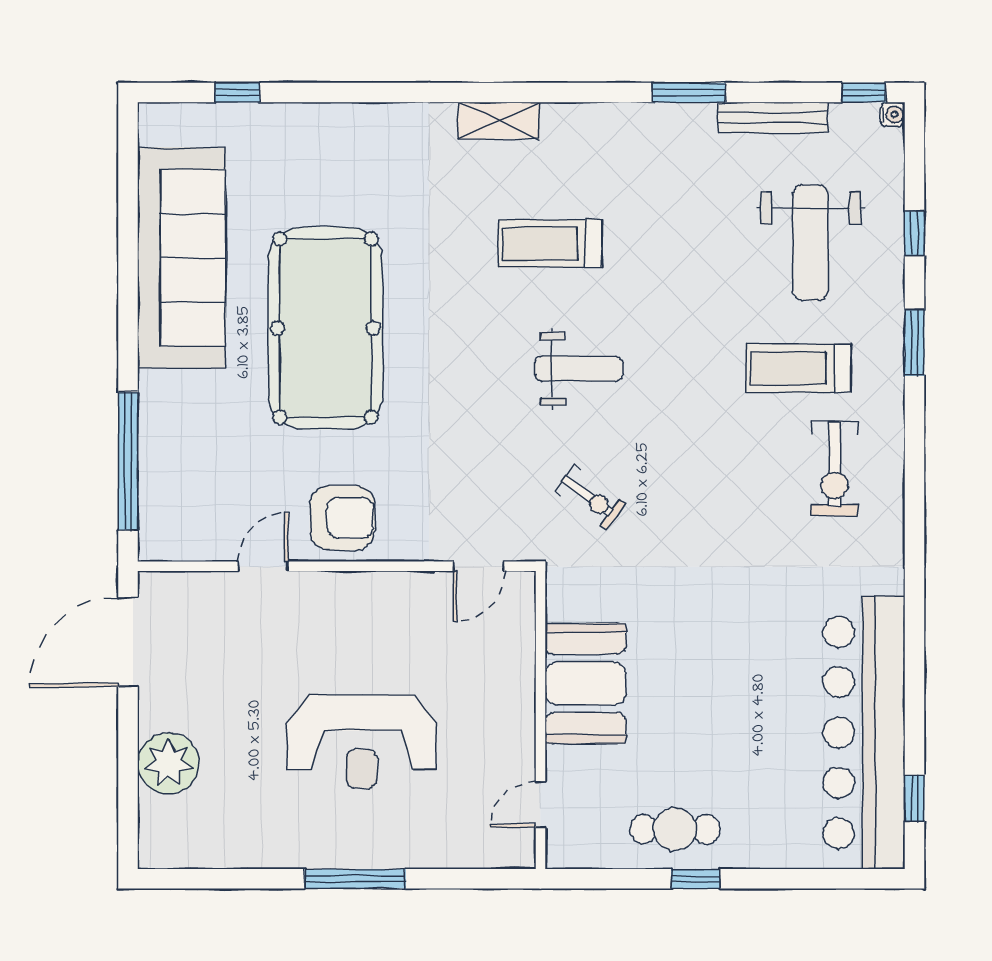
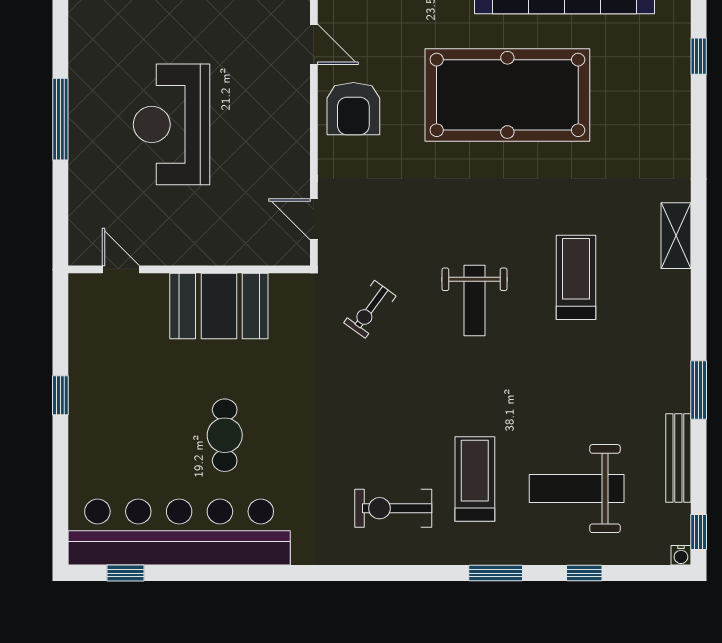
window: (238, 92) -> (699, 56), moved
cafe table: (675, 829) -> (225, 435), moved

